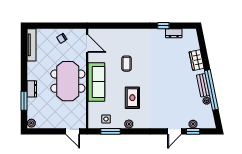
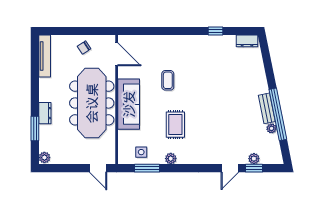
dresser: (174, 33) -> (247, 41), moved
wardrobe: (197, 60) -> (259, 76), removed
meeting table: (68, 81) -> (92, 103), width x1.36

